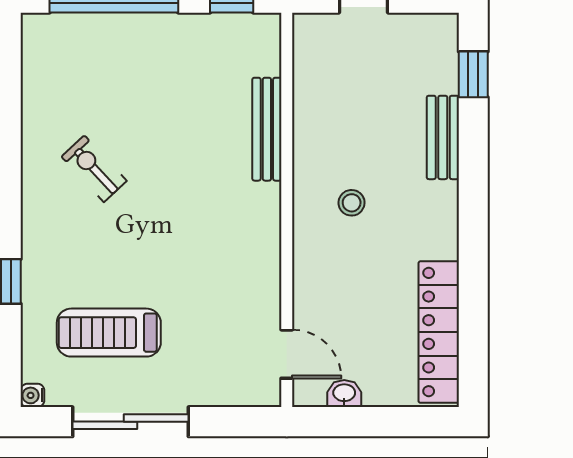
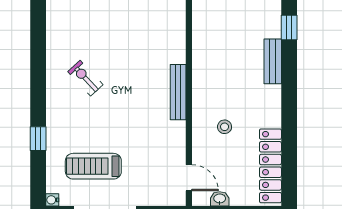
bench: (267, 129) -> (178, 92), moved
stool: (352, 203) -> (225, 127), moved

